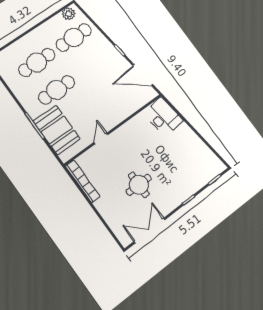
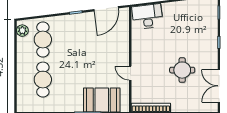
cafe table: (57, 90) -> (73, 80), removed

